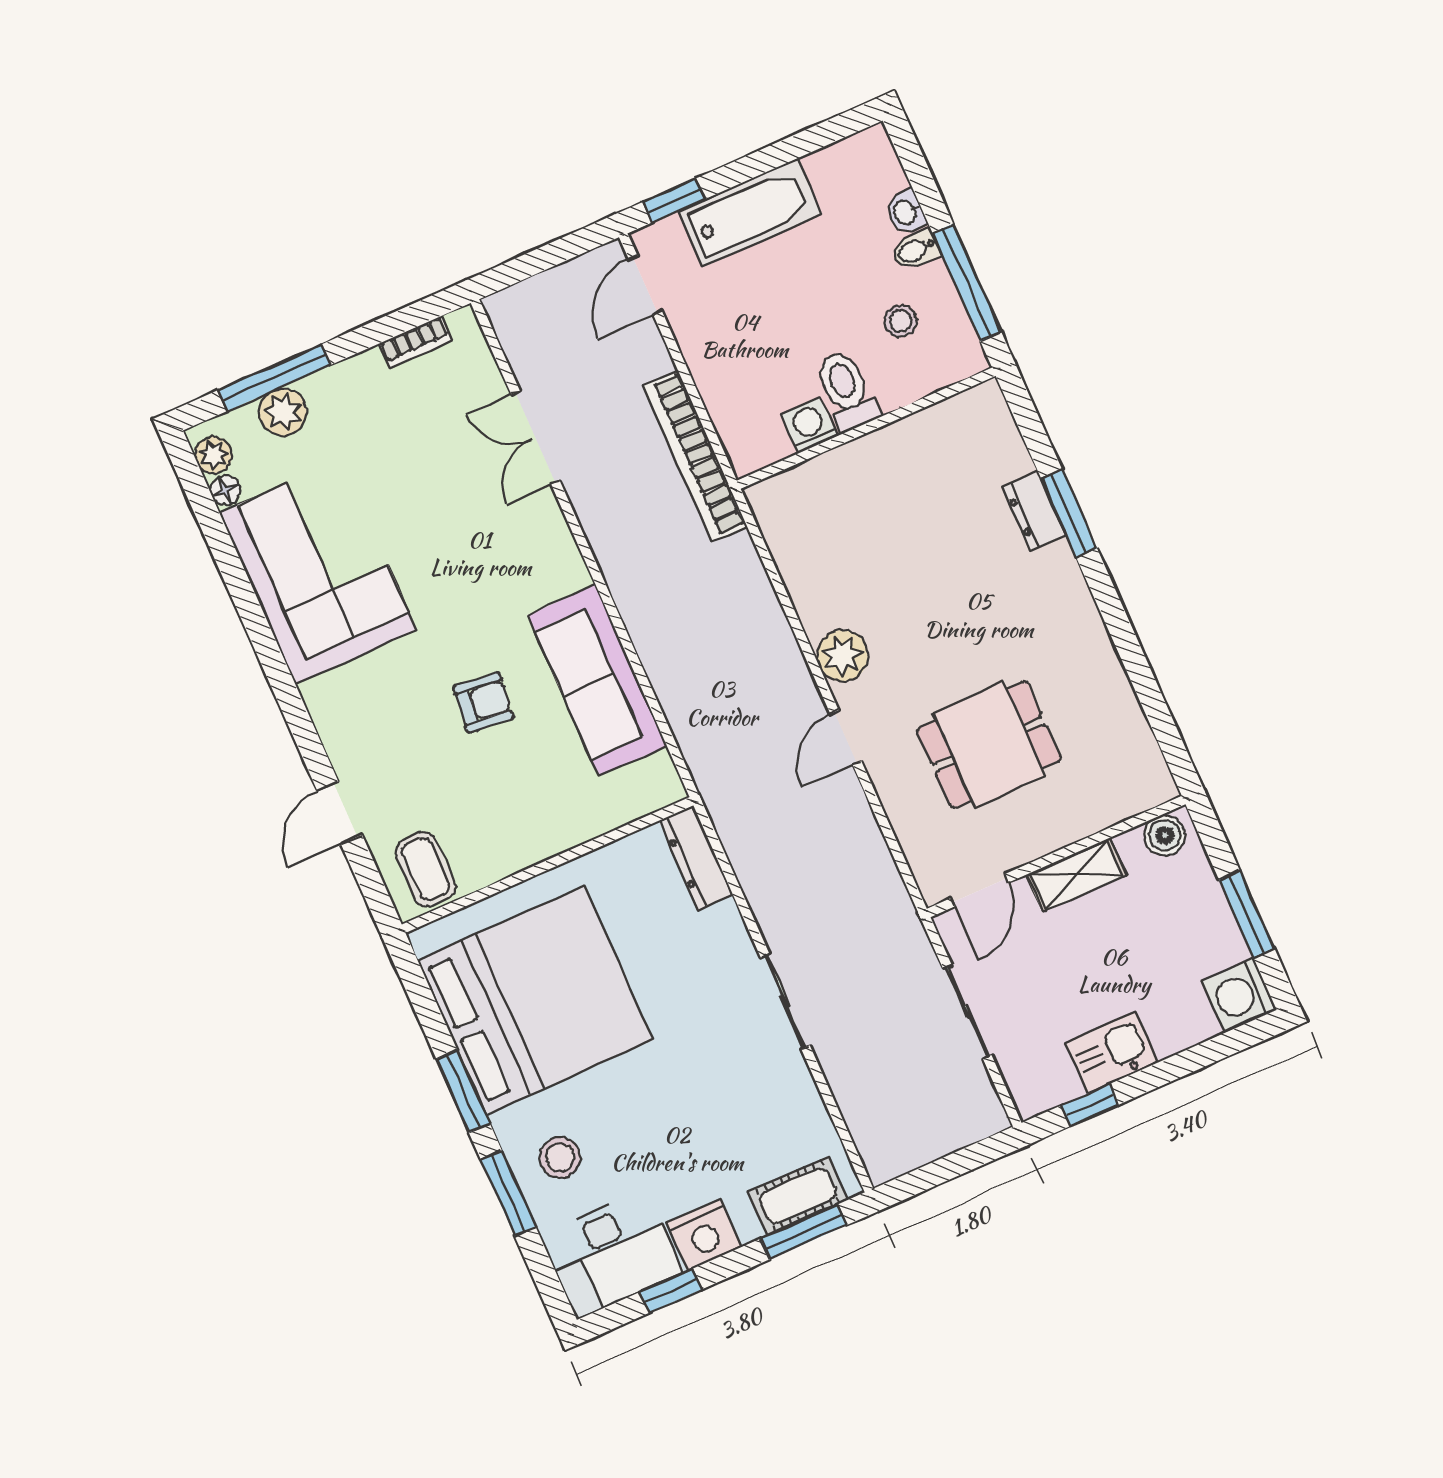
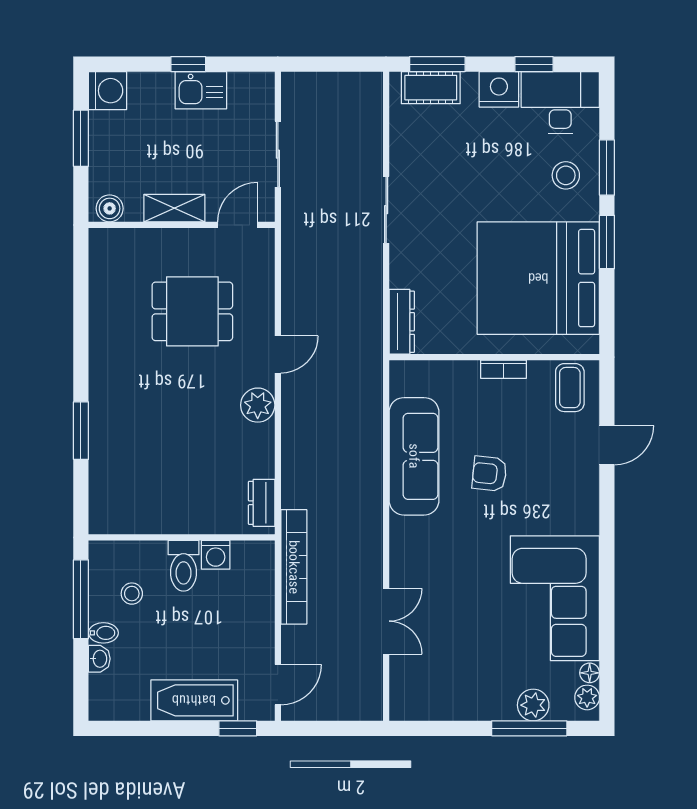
bookcase: (416, 342) -> (504, 369), moved, turned 180
dresser: (1034, 511) -> (262, 503), moved, turned 180
window: (1090, 1105) -> (188, 64), moved

